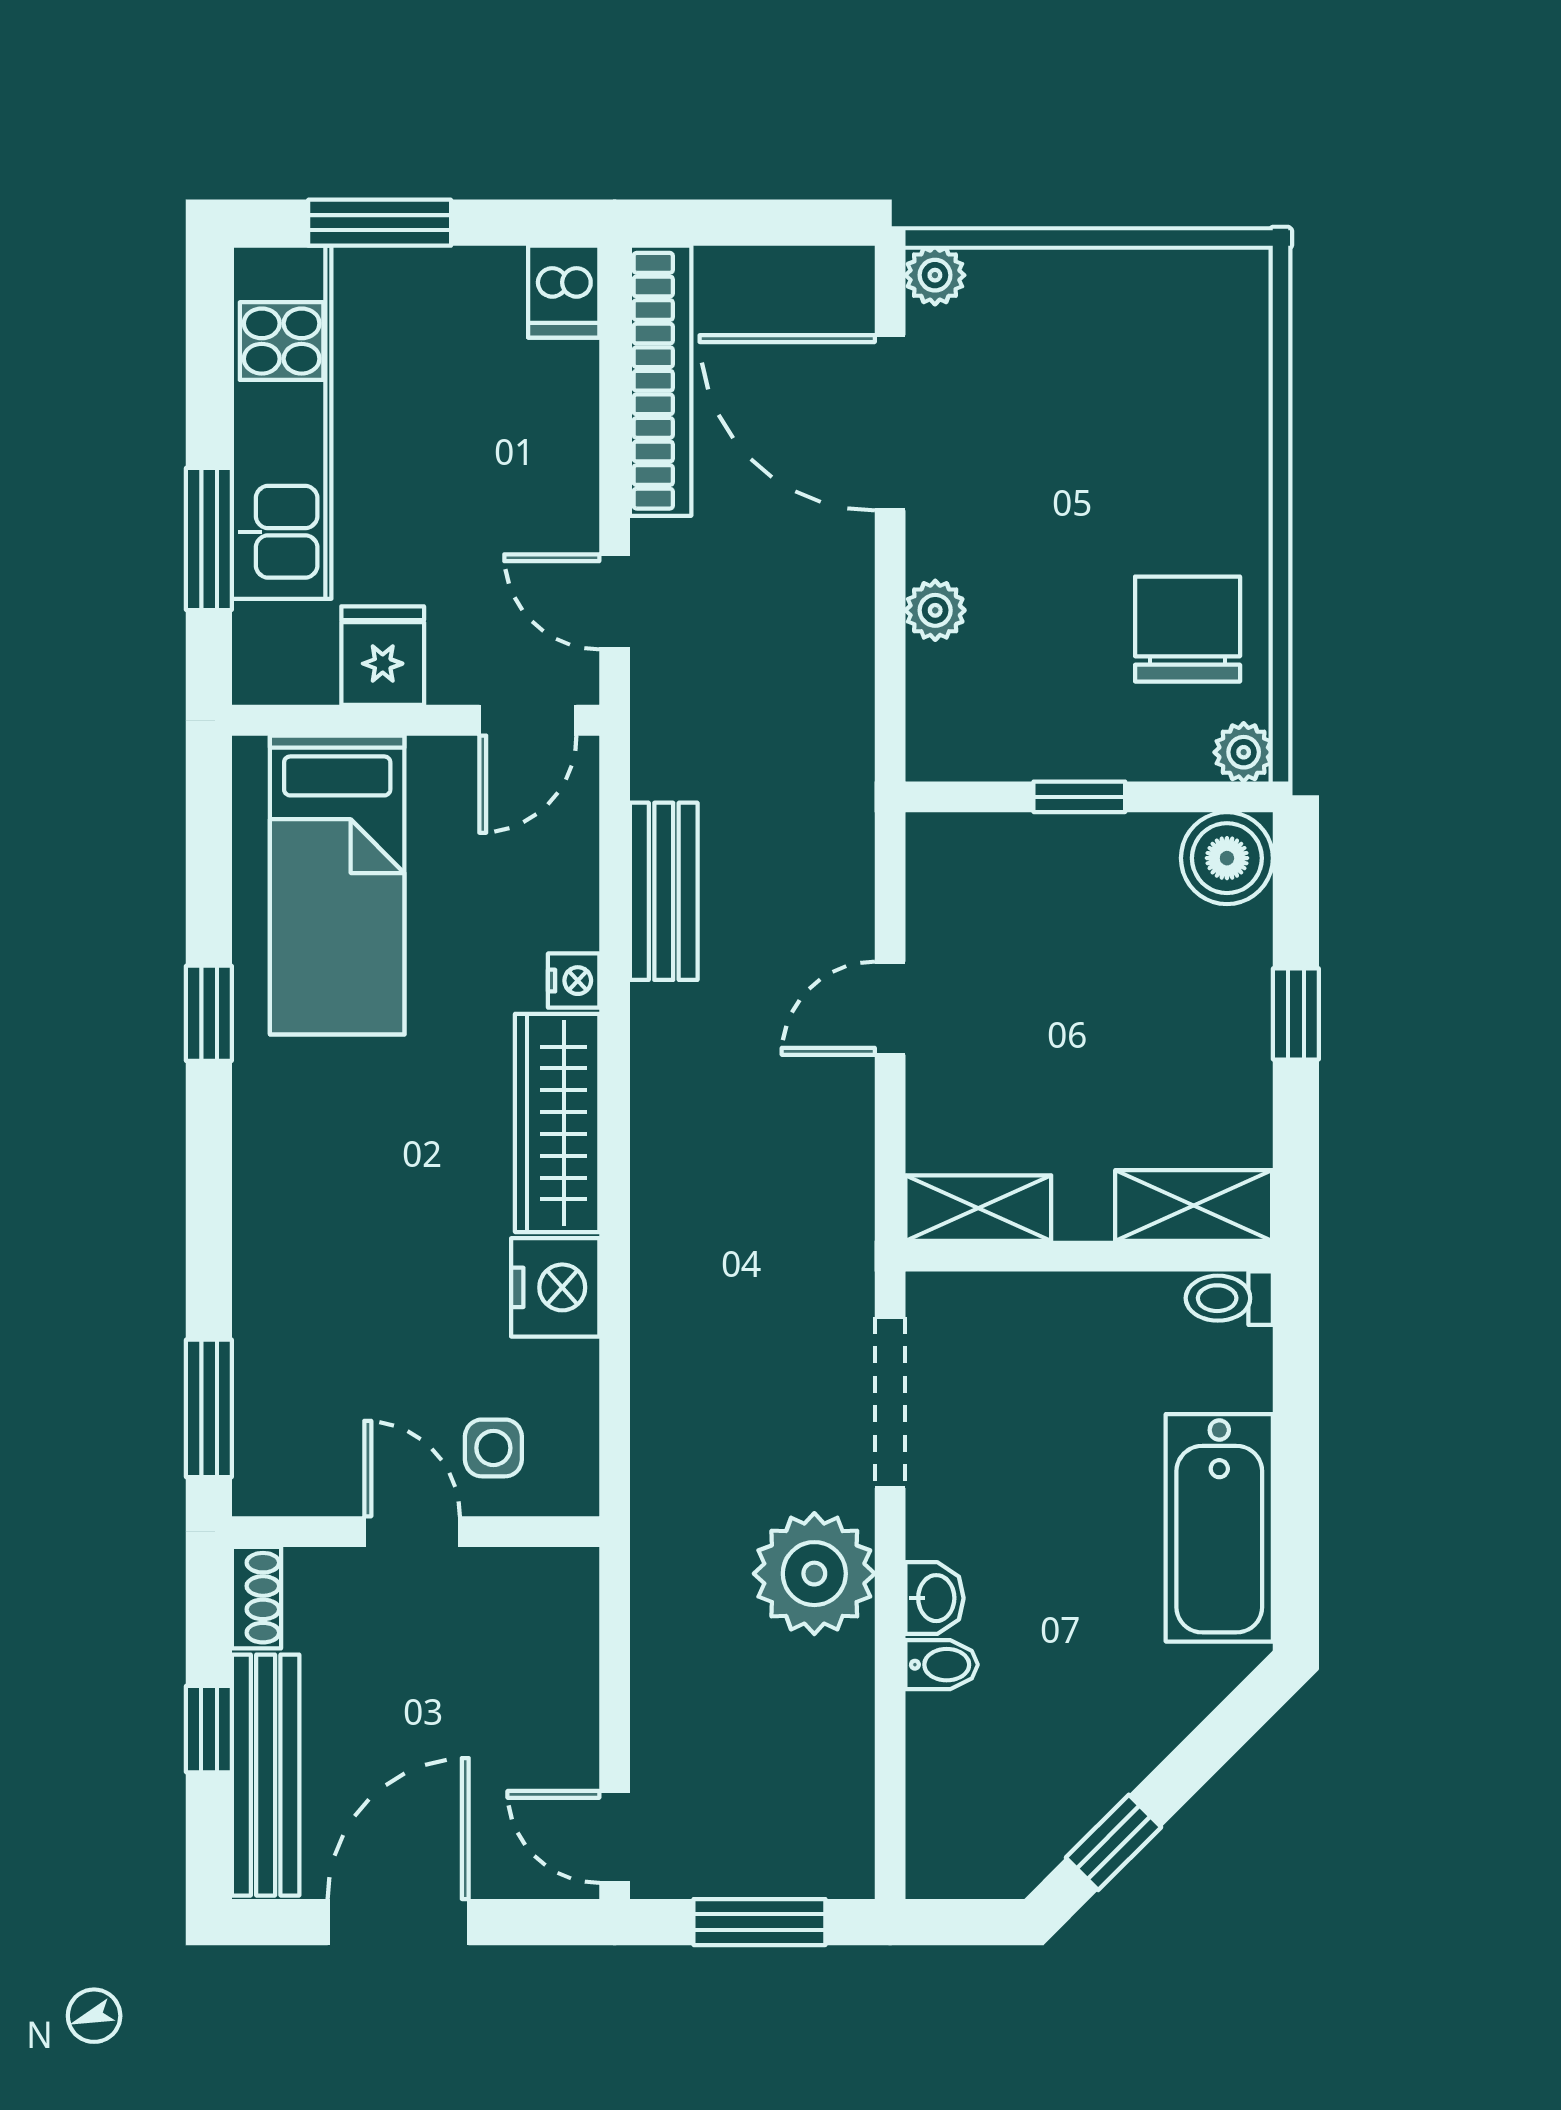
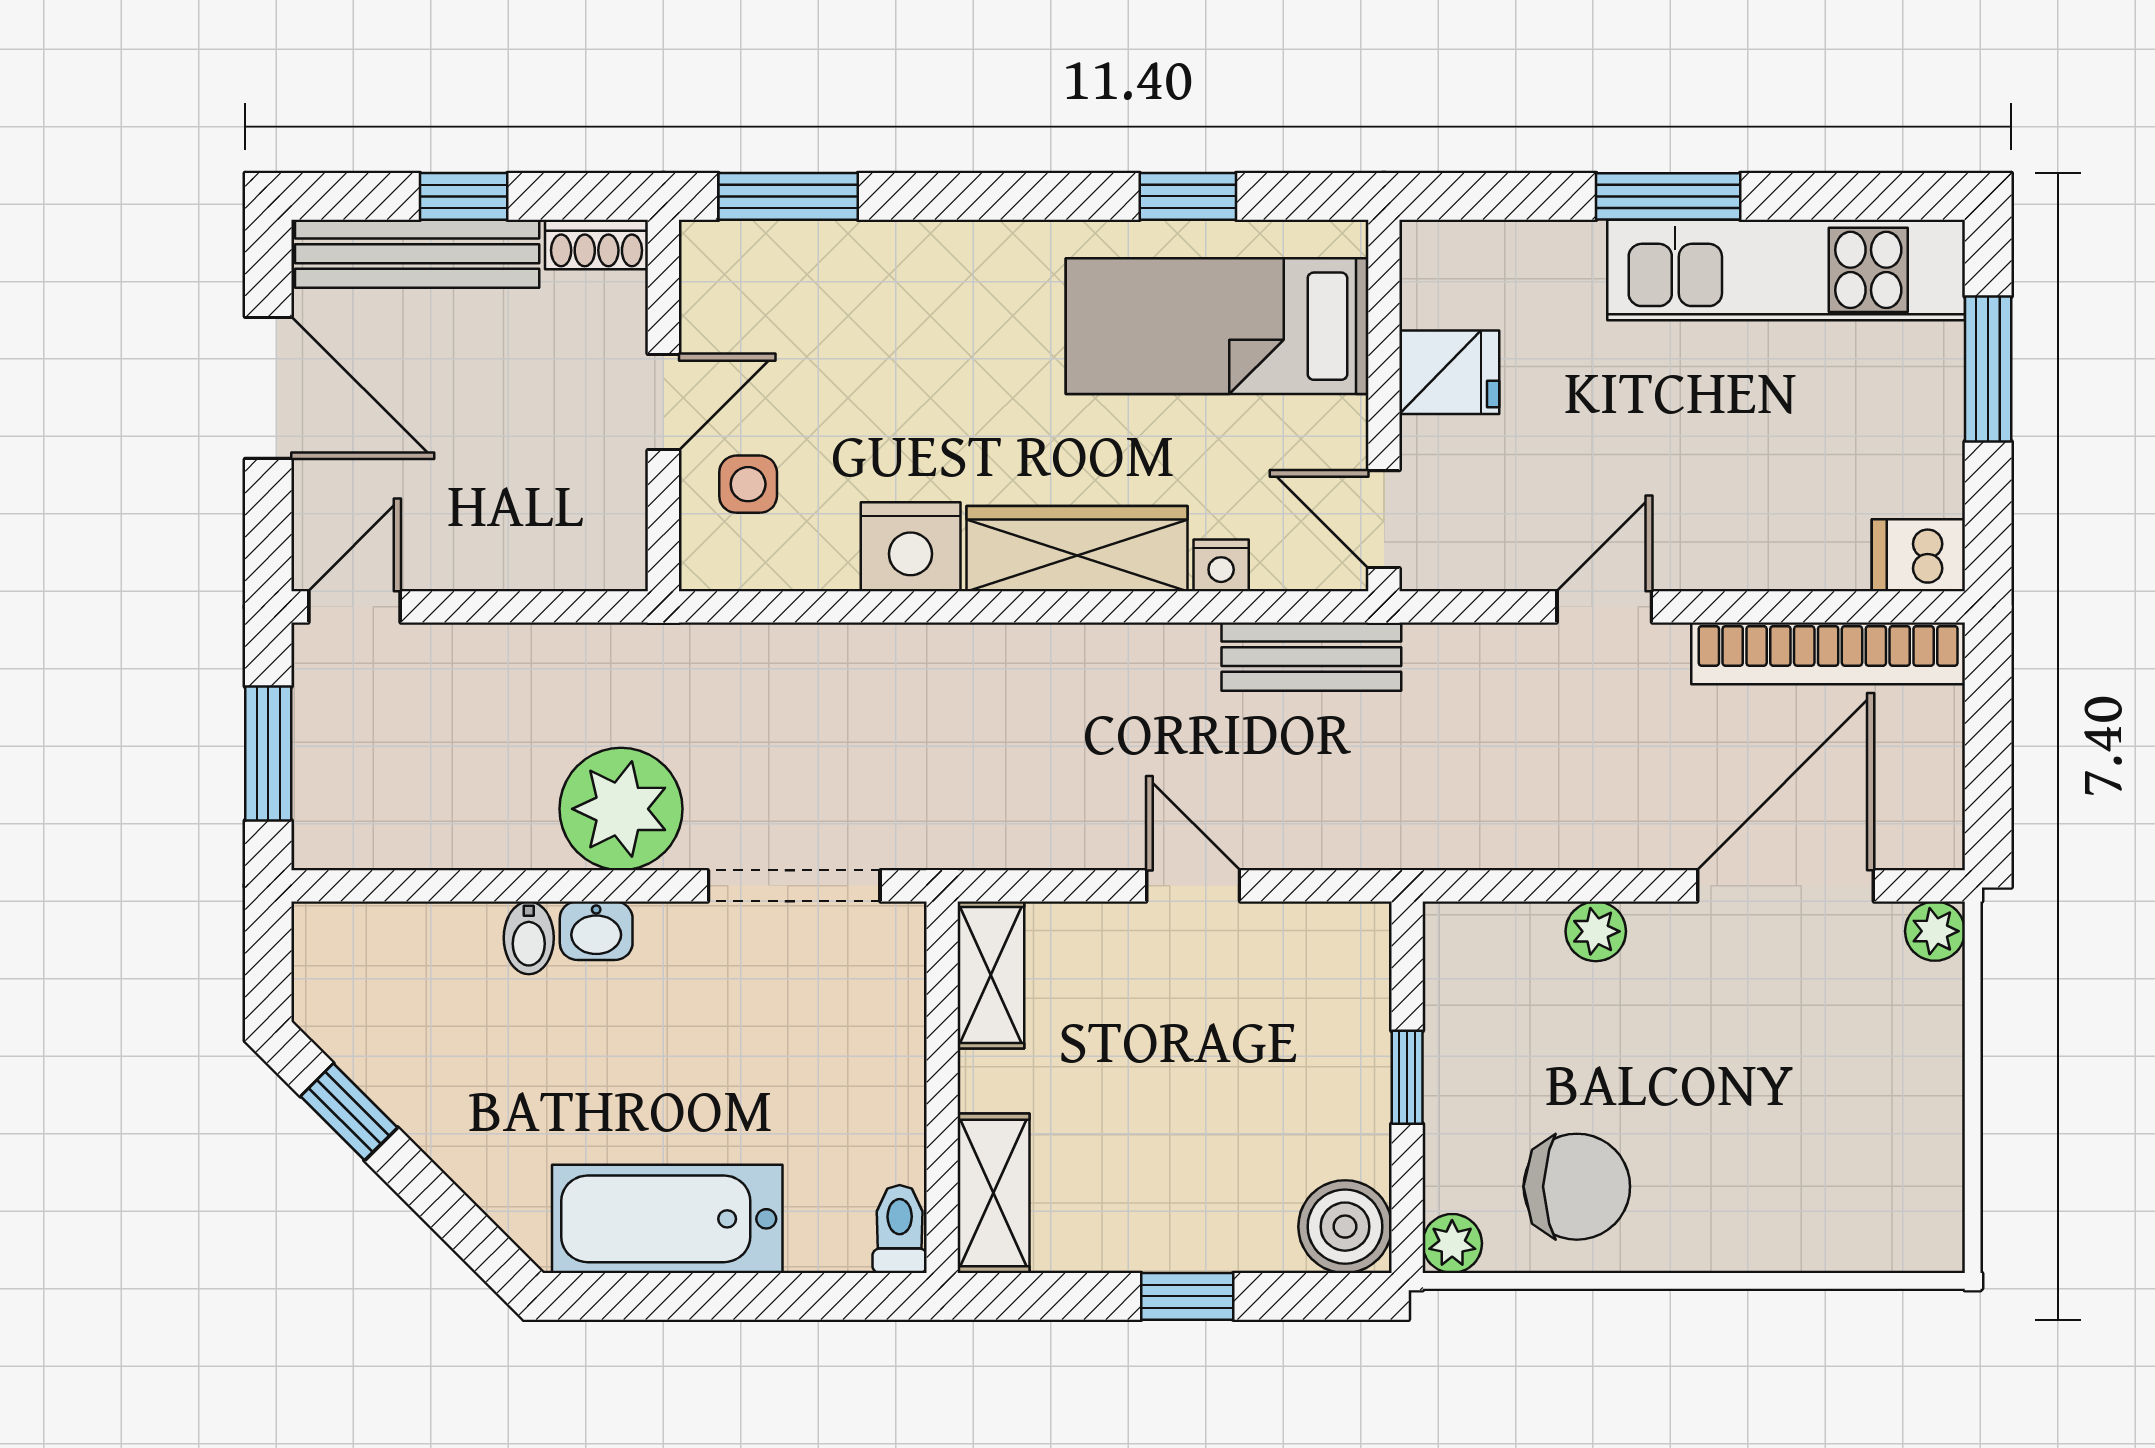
fridge: (383, 656) -> (1449, 372), moved
wall: (416, 720) -> (1384, 405), moved
door: (528, 720) -> (1384, 519), moved
bed: (337, 885) -> (1217, 326), moved

